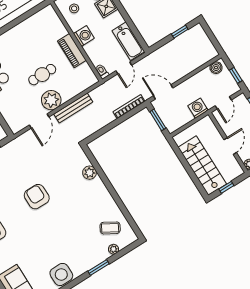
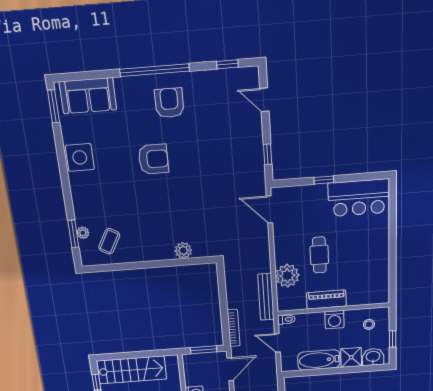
bathtub: (128, 41) -> (319, 360), moved
plant: (51, 100) -> (287, 276), moved
bench: (73, 108) -> (266, 297), moved
door: (39, 121) -> (269, 209), moved
armchair: (37, 197) -> (153, 159), moved
window: (99, 267) -> (73, 234), moved

